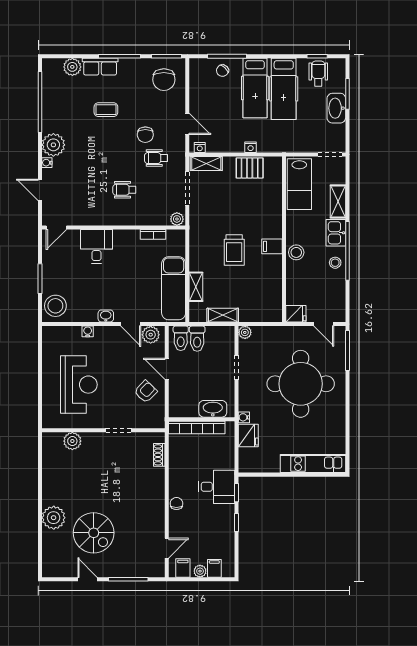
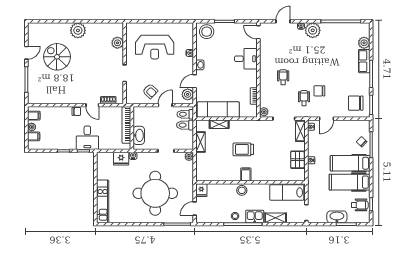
coffee table: (106, 110) -> (336, 65), removed
plant: (54, 518) -> (78, 30), moved
spiral stairs: (94, 533) -> (57, 57), turned 90
door: (167, 548) -> (92, 105), moved

